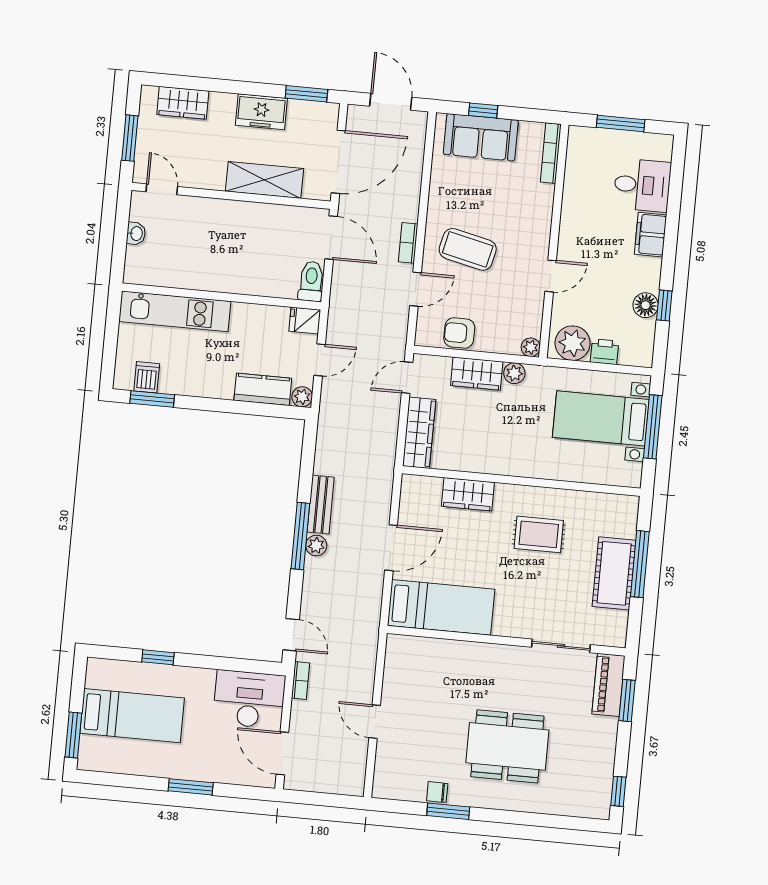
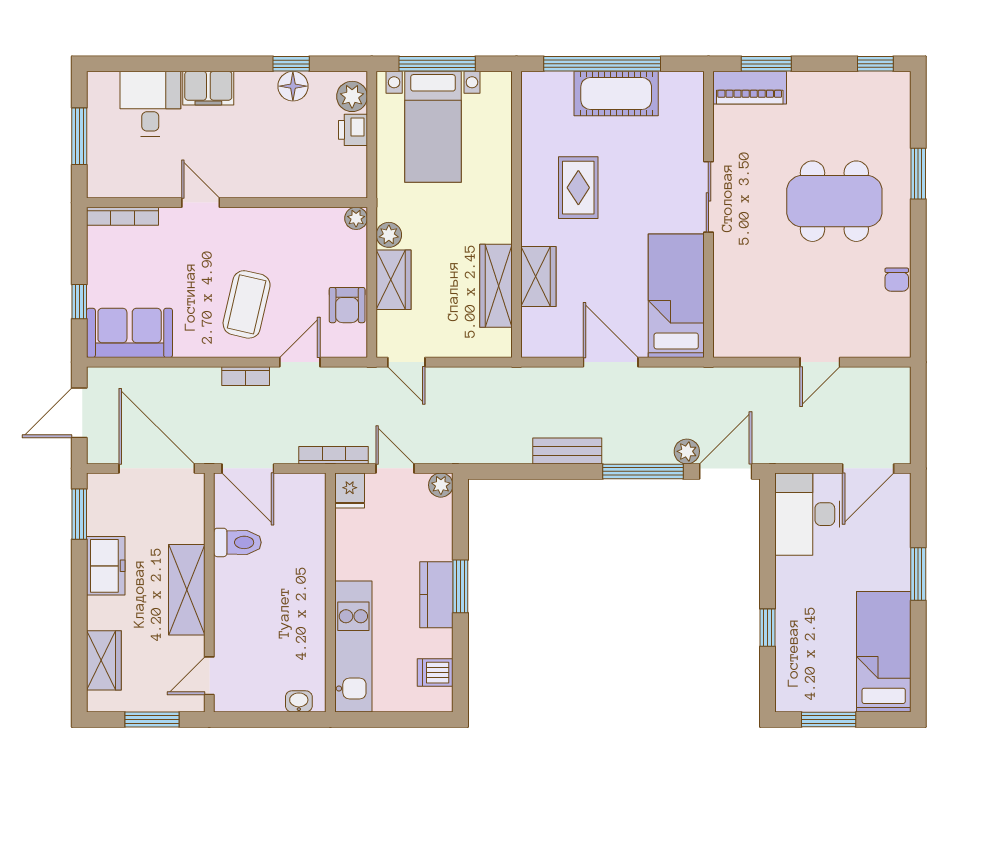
sofa: (481, 137) -> (130, 333), moved, turned -90
shelving: (265, 180) -> (187, 590), moved
washbasin: (136, 234) -> (299, 701), moved
door: (331, 238) -> (248, 468), swing flipped
door: (551, 276) -> (201, 203), moved
toilet: (311, 281) -> (237, 542), moved, turned 180
door: (415, 289) -> (300, 362), hinge flipped
plant: (573, 343) -> (352, 96), moved, width x0.73, depth x0.73
kitchen counter: (263, 389) -> (436, 595), moved
window: (152, 399) -> (460, 586), moved
wardrobe: (419, 433) -> (496, 286), moved, turned -90
window: (300, 536) -> (643, 471), moved
plant: (316, 546) -> (687, 451), moved
window: (640, 564) -> (602, 64), width x1.46
door: (291, 635) -> (726, 471), width x1.38
sliding door: (561, 646) -> (708, 197), moved
bookcase: (300, 681) -> (334, 455), moved, width x1.56
bed: (132, 716) -> (884, 652), moved
window: (73, 735) -> (829, 720), moved
dining table: (507, 746) -> (834, 201), turned 90
window: (448, 811) -> (918, 174), moved

